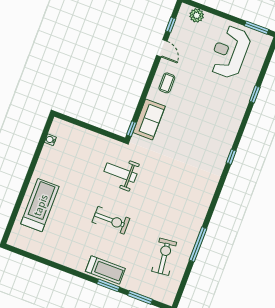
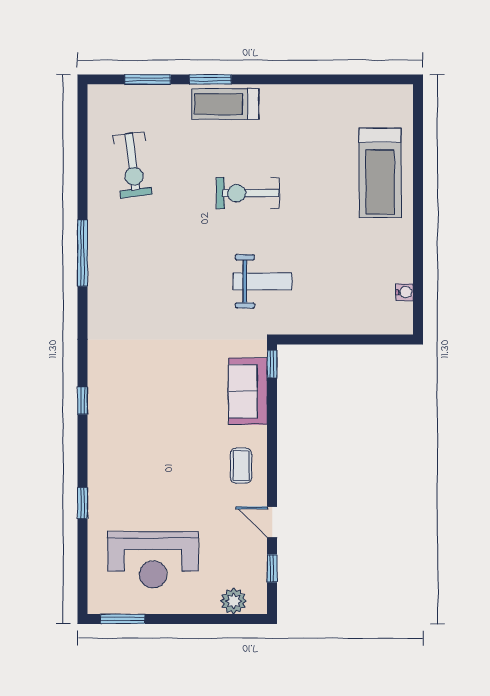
reception desk: (230, 52) -> (153, 560), turned 90
window: (231, 157) -> (82, 401), moved
window: (198, 244) -> (82, 253), moved

